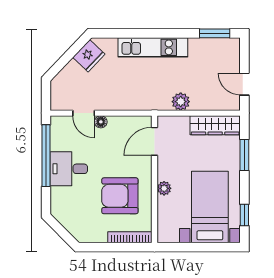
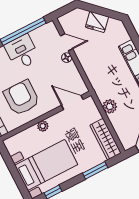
fridge: (89, 56) -> (97, 22), moved
door: (84, 113) -> (67, 42), swing flipped

